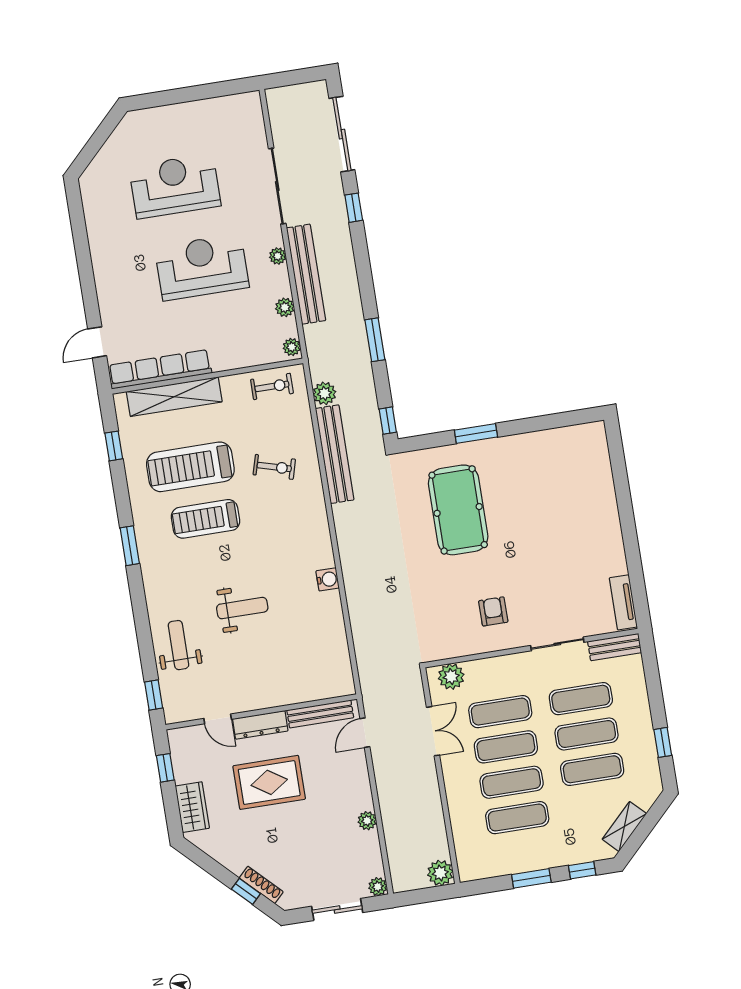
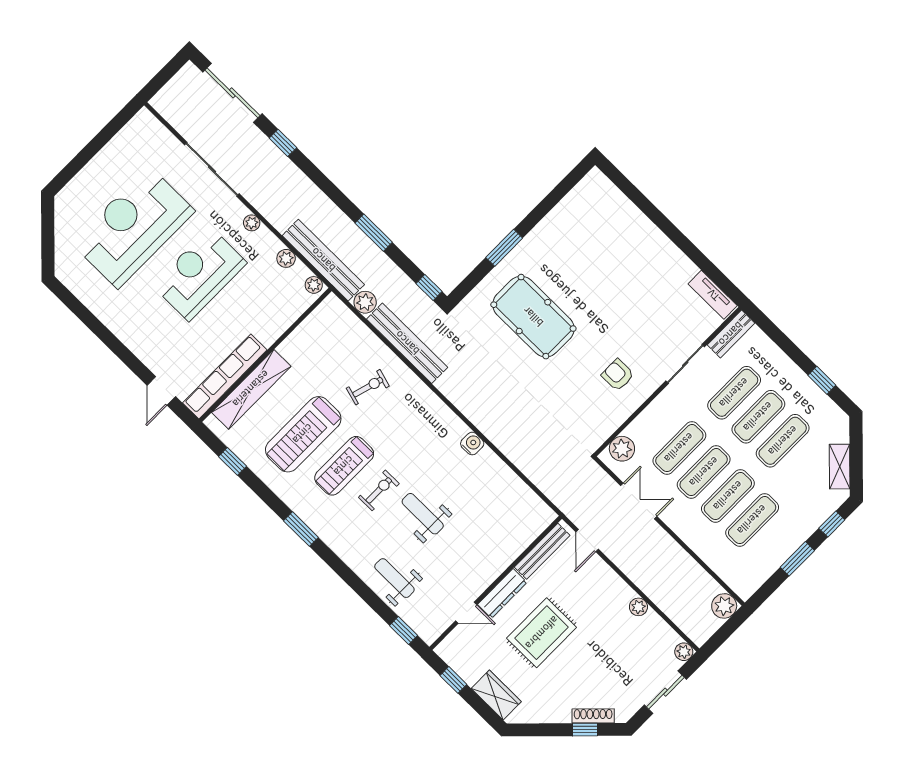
reception desk: (175, 186) -> (133, 227), width x1.36, depth x1.30
bench: (306, 274) -> (323, 260), moved
exercise bike: (272, 386) -> (379, 490), moved
weight bench: (242, 608) -> (423, 514), turned -90

